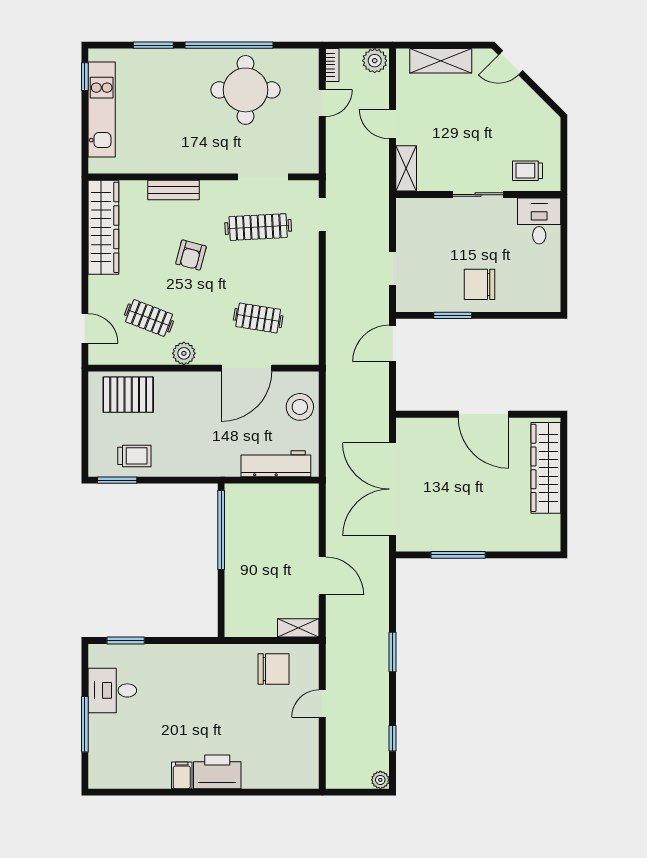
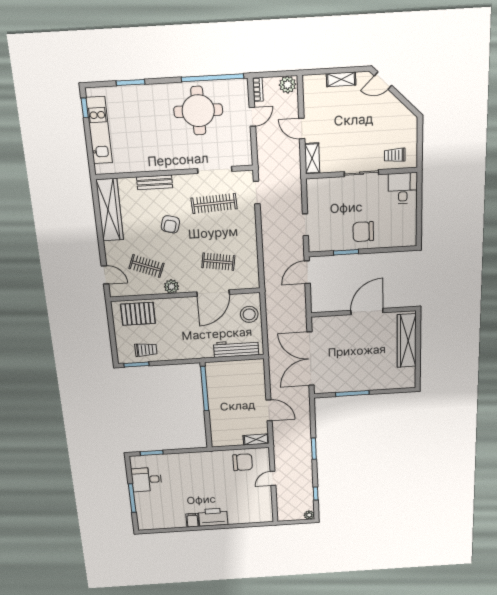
window: (229, 45) -> (213, 78), moved
shelving: (441, 61) -> (341, 79), width x0.67, depth x0.75
door: (483, 414) -> (367, 312), swing flipped

